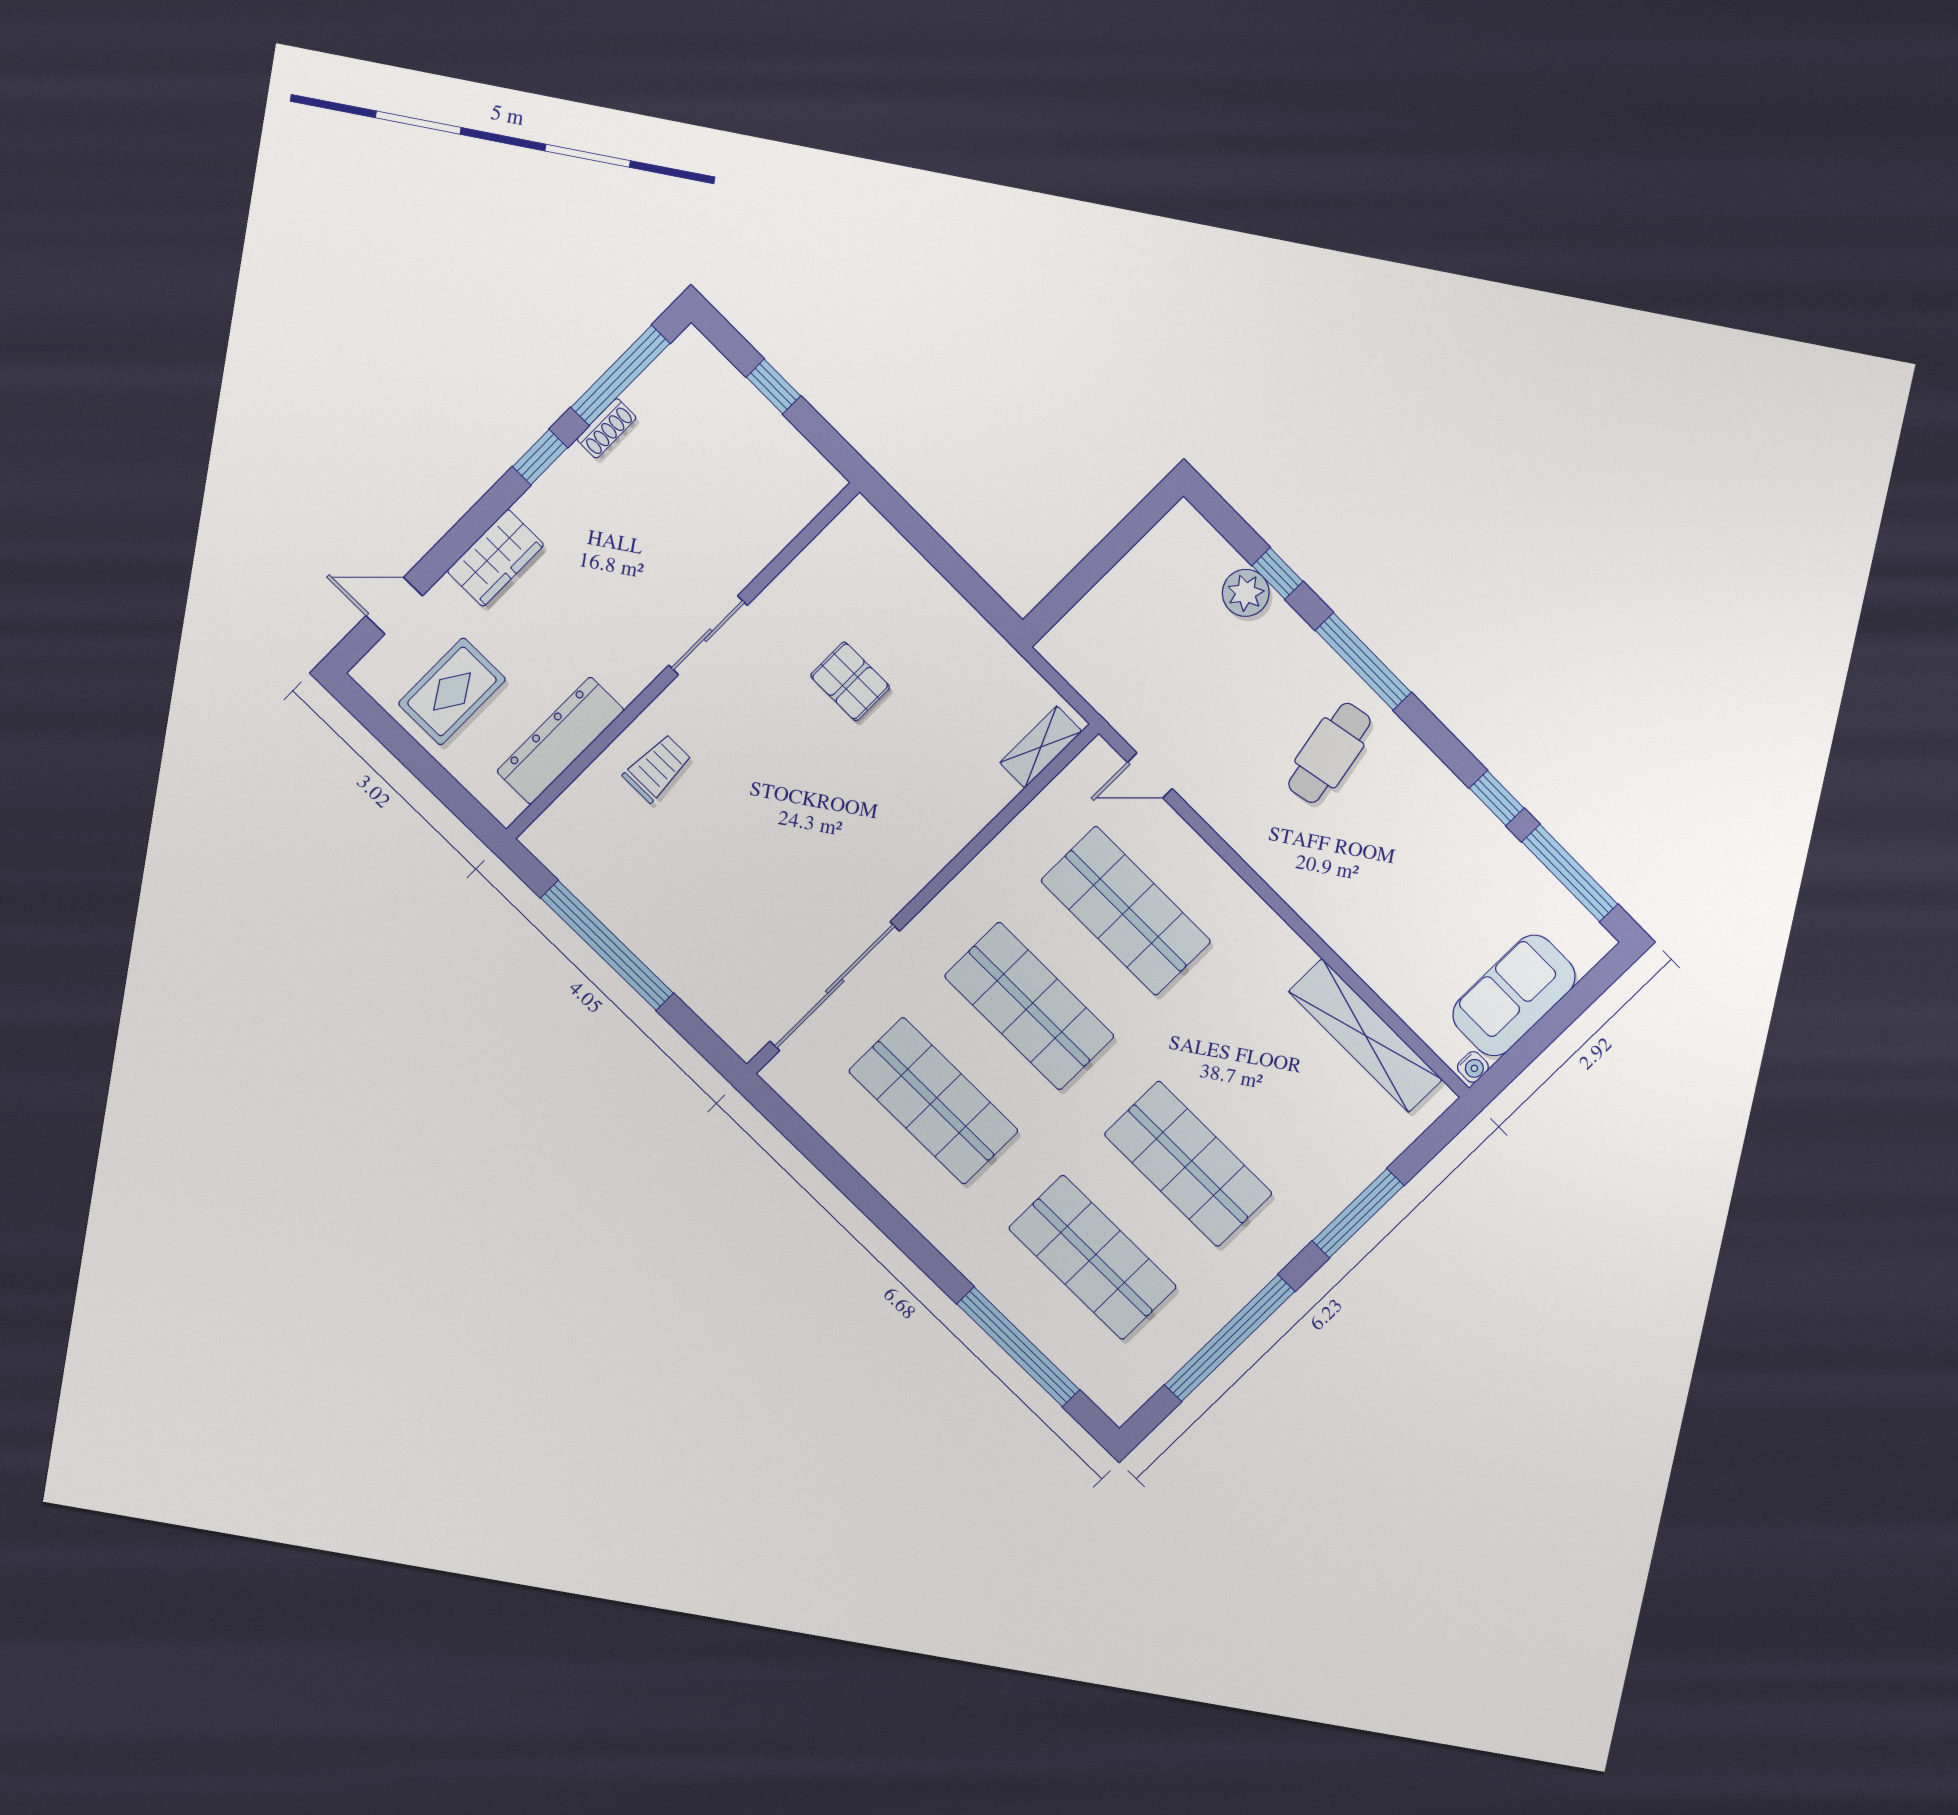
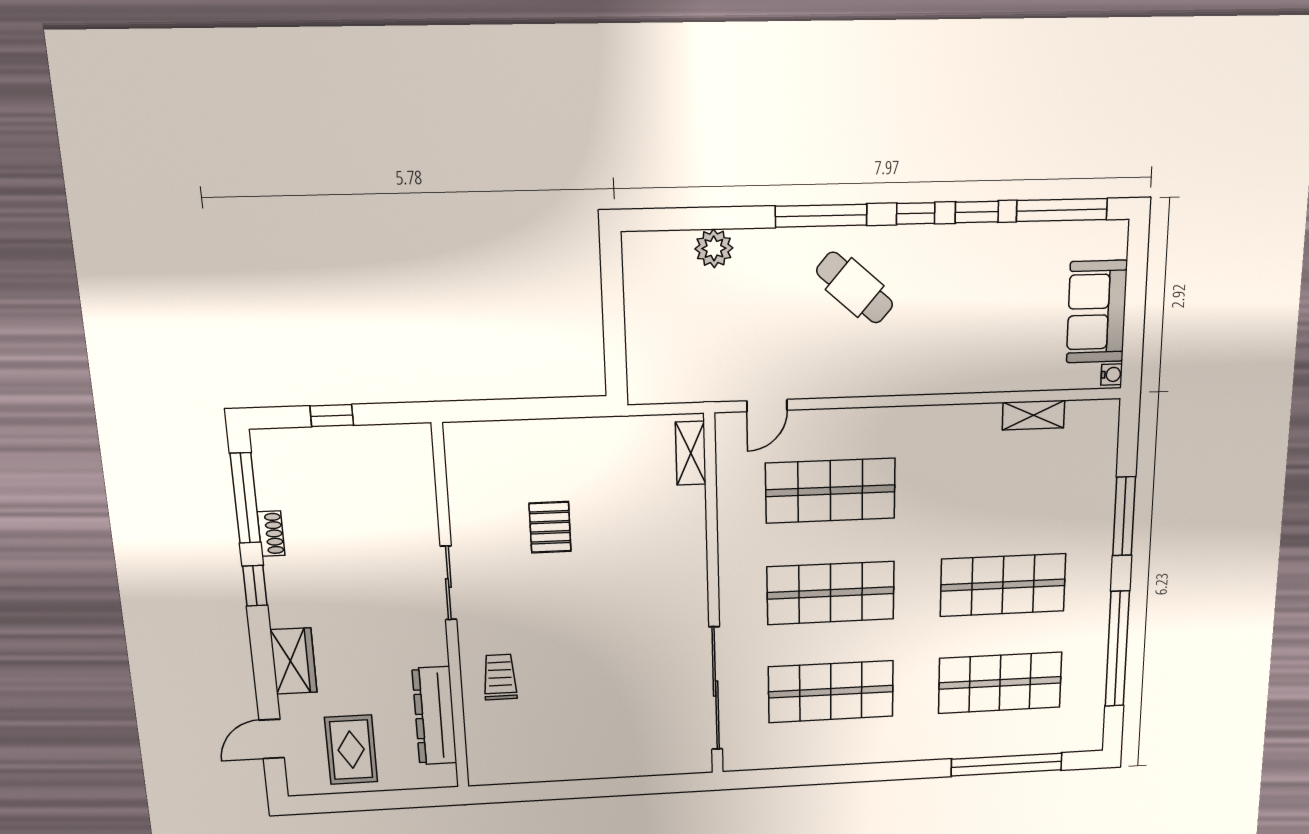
window: (1277, 573) -> (916, 213), moved
pallet: (850, 681) -> (550, 527), turned 90
cafe table: (1329, 753) -> (855, 288), turned -38
window: (607, 946) -> (575, 789), removed
shelving: (1366, 1036) -> (1033, 415), width x0.45, depth x0.75

